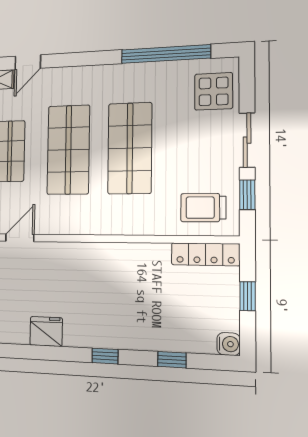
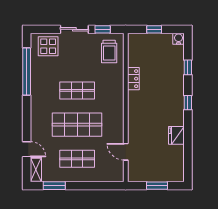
shop shelf: (130, 148) -> (77, 90), width x0.70, depth x0.74
locker: (205, 254) -> (133, 79), moved, width x0.66

